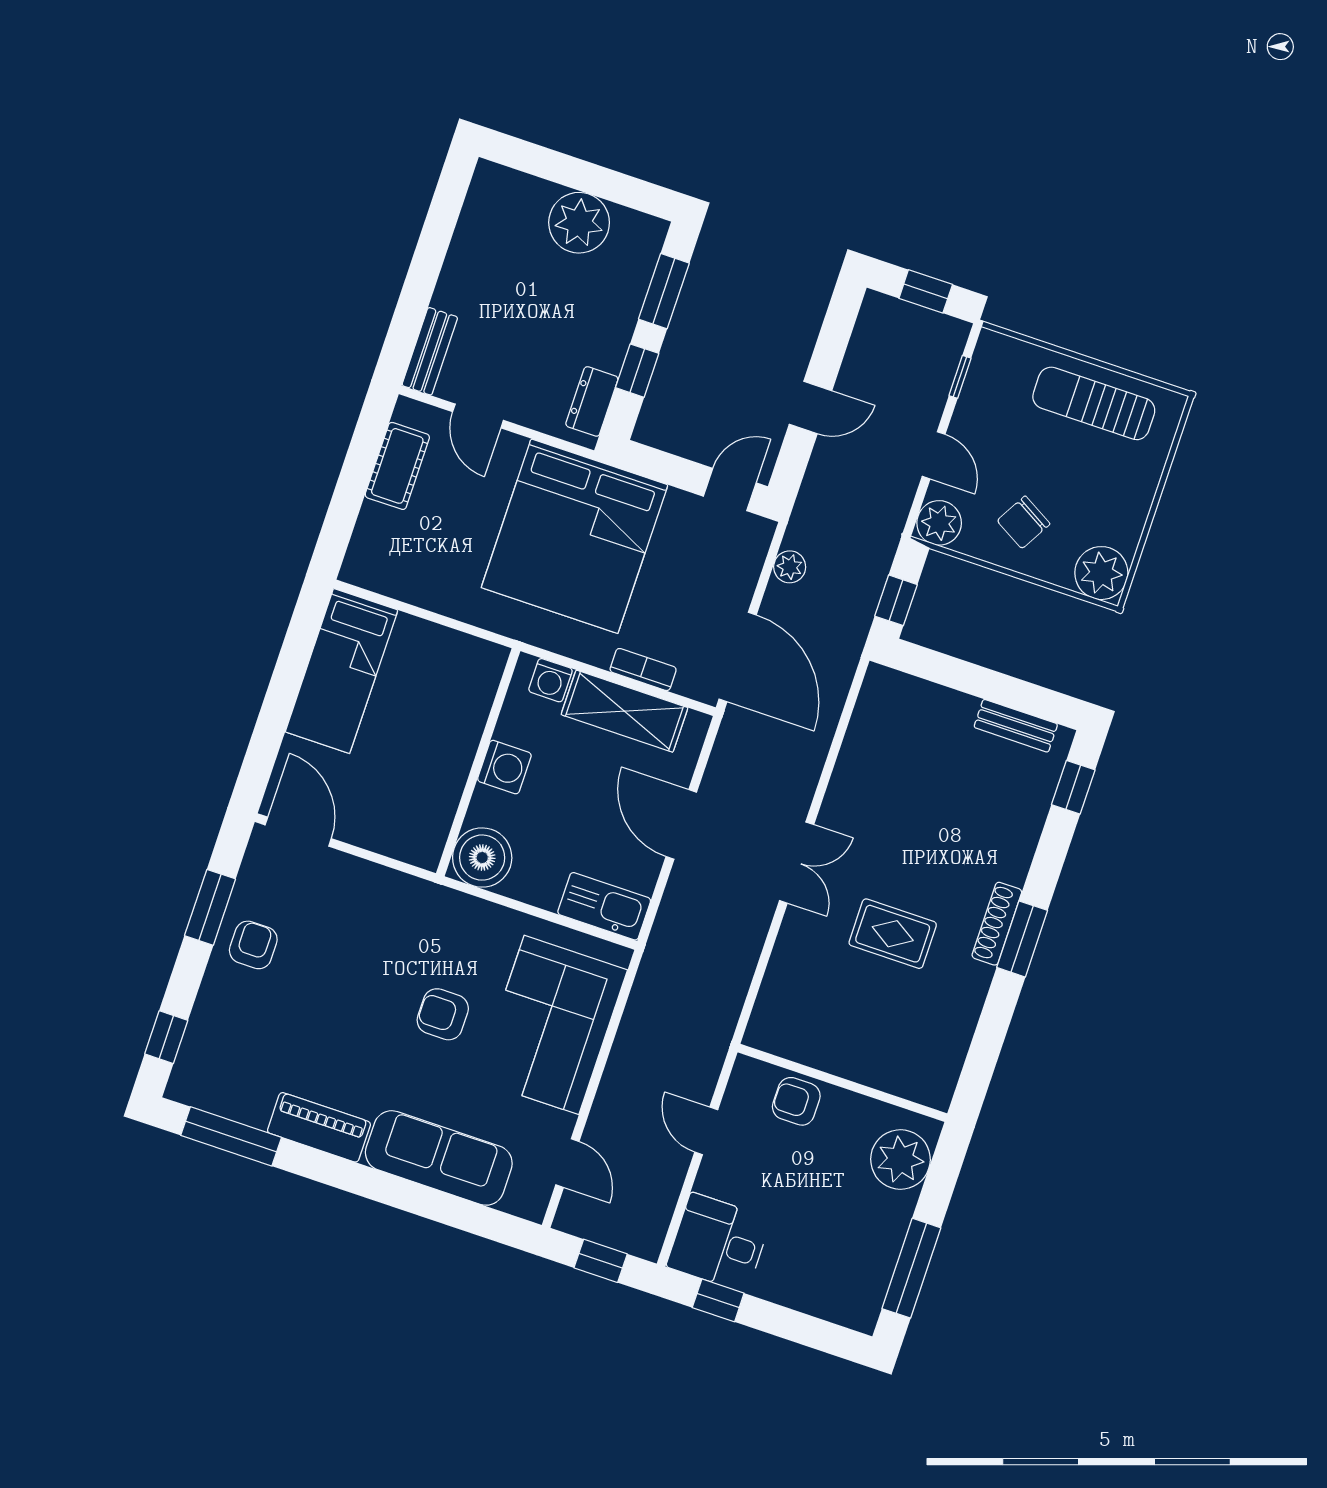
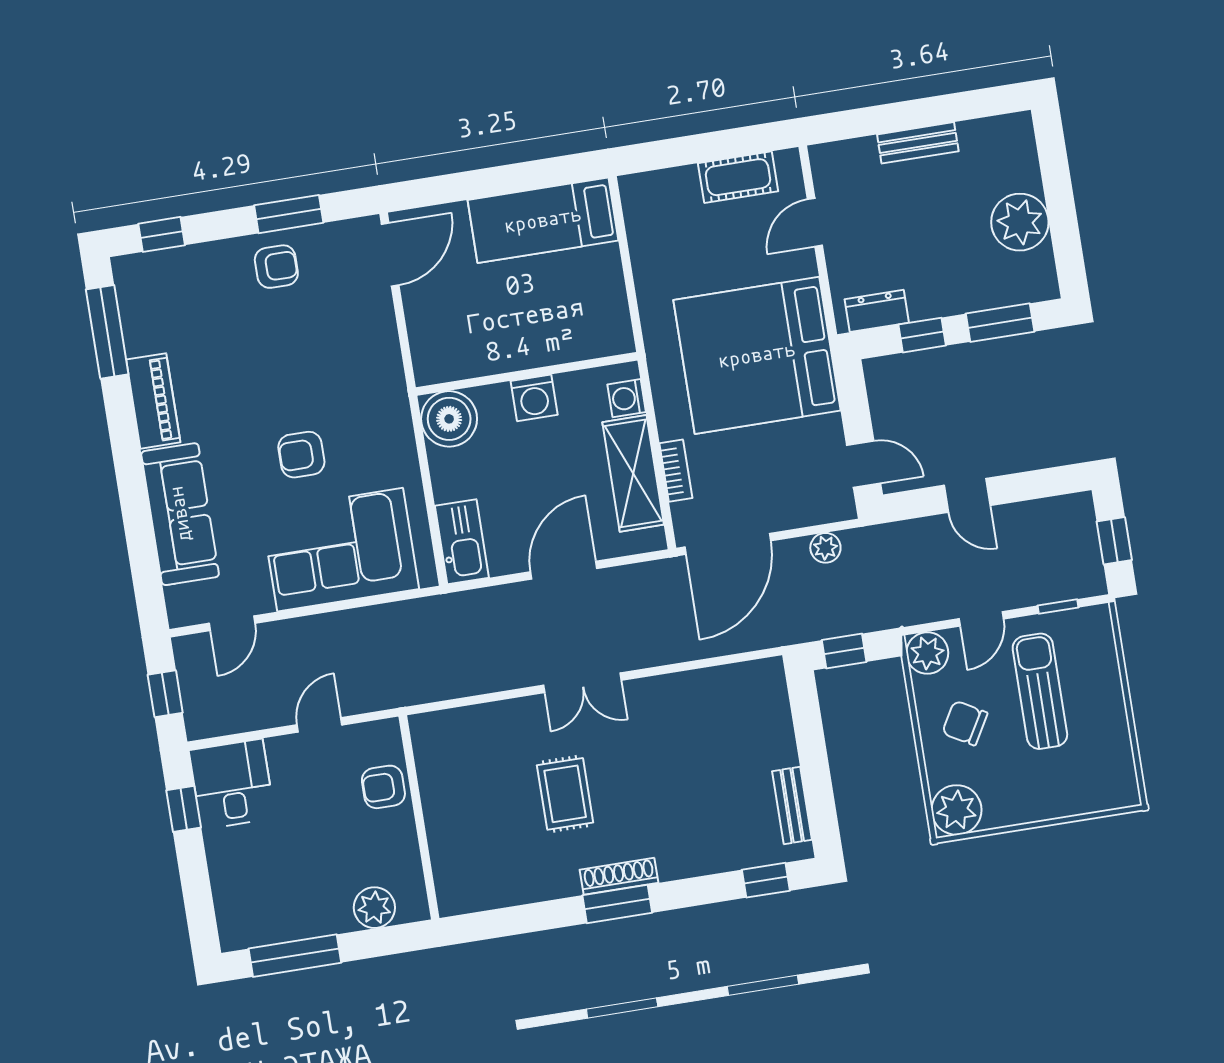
bench: (430, 351) -> (918, 143), moved
sun lounger: (1094, 403) -> (1040, 691), moved
armchair: (443, 1014) -> (301, 455), turned -90
armchair: (796, 1101) -> (383, 787), turned -90
plant: (900, 1159) -> (374, 908), width x0.73, depth x0.73

